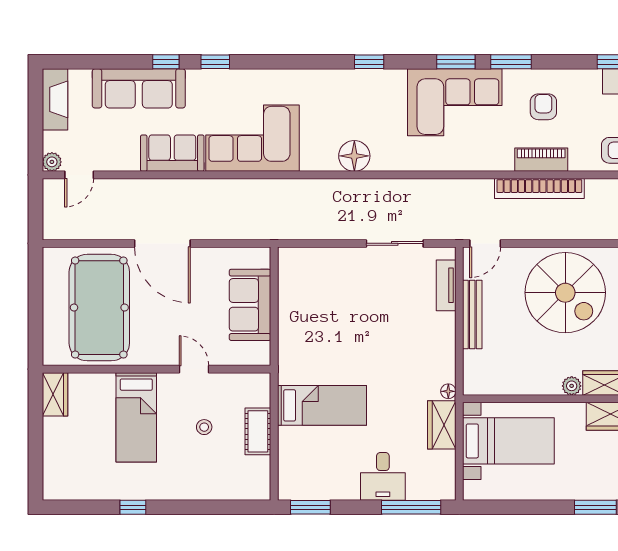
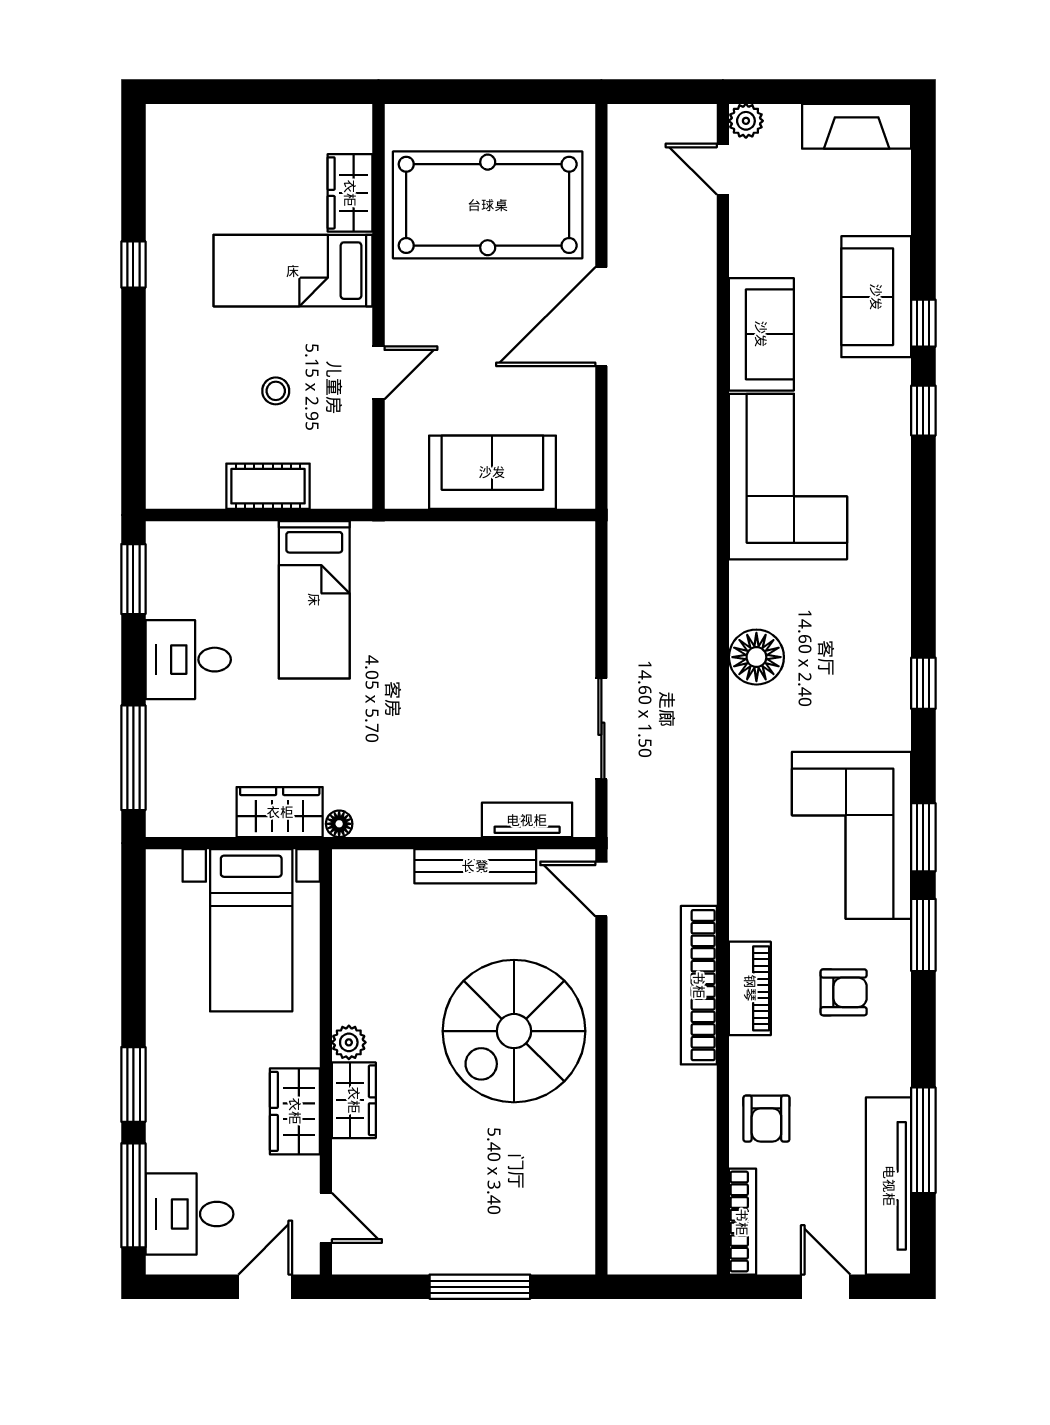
sofa: (139, 88) -> (876, 297), width x0.73
wardrobe: (55, 394) -> (350, 193), moved, turned 90
desk: (383, 476) -> (188, 660), moved

